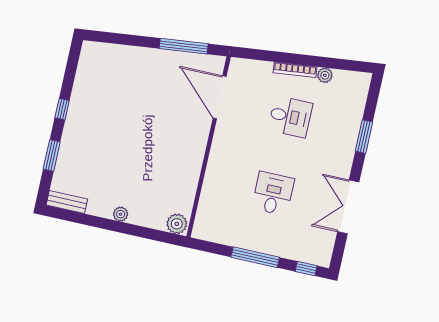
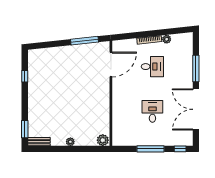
door: (220, 97) -> (111, 65), swing flipped
window: (62, 109) -> (25, 76), moved
window: (364, 137) -> (196, 68), width x1.44
window: (52, 155) -> (25, 129), moved
double door: (348, 207) -> (196, 109), width x1.36

